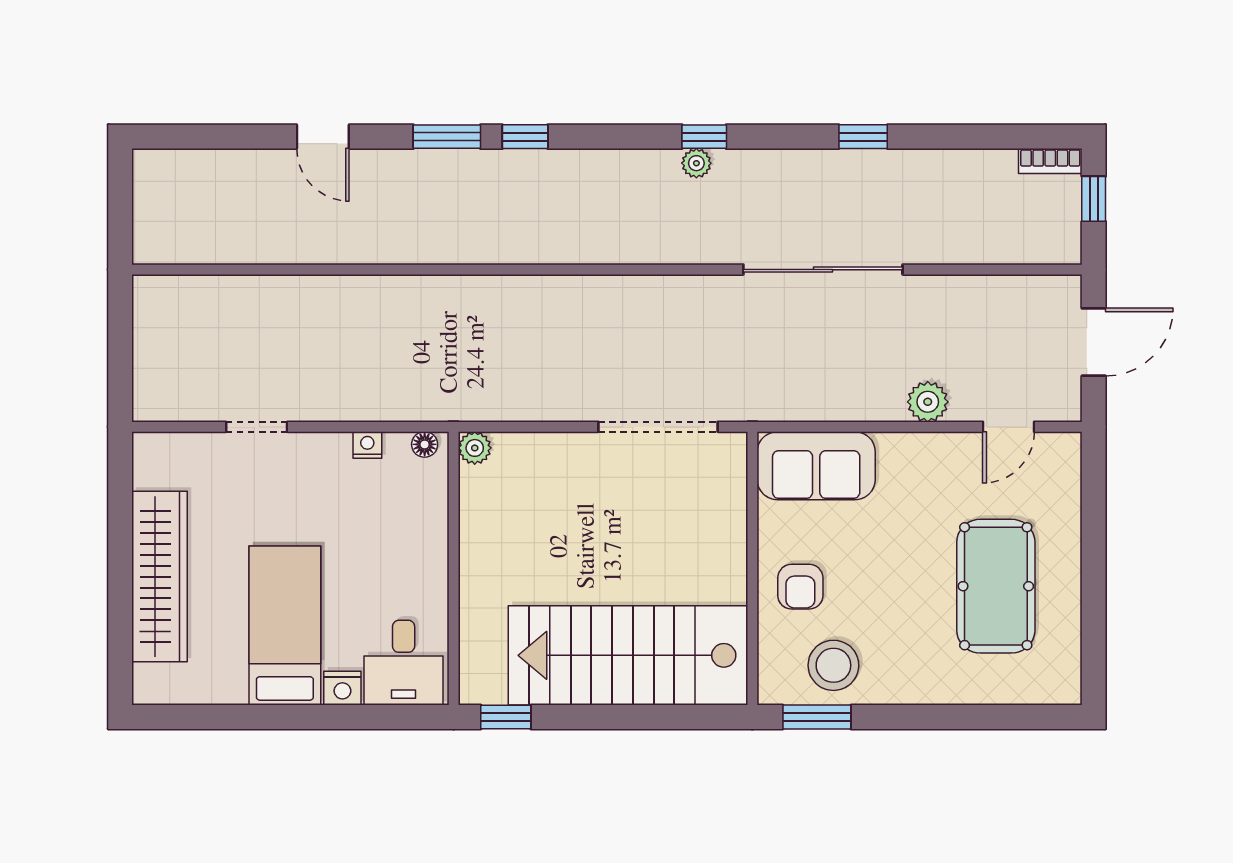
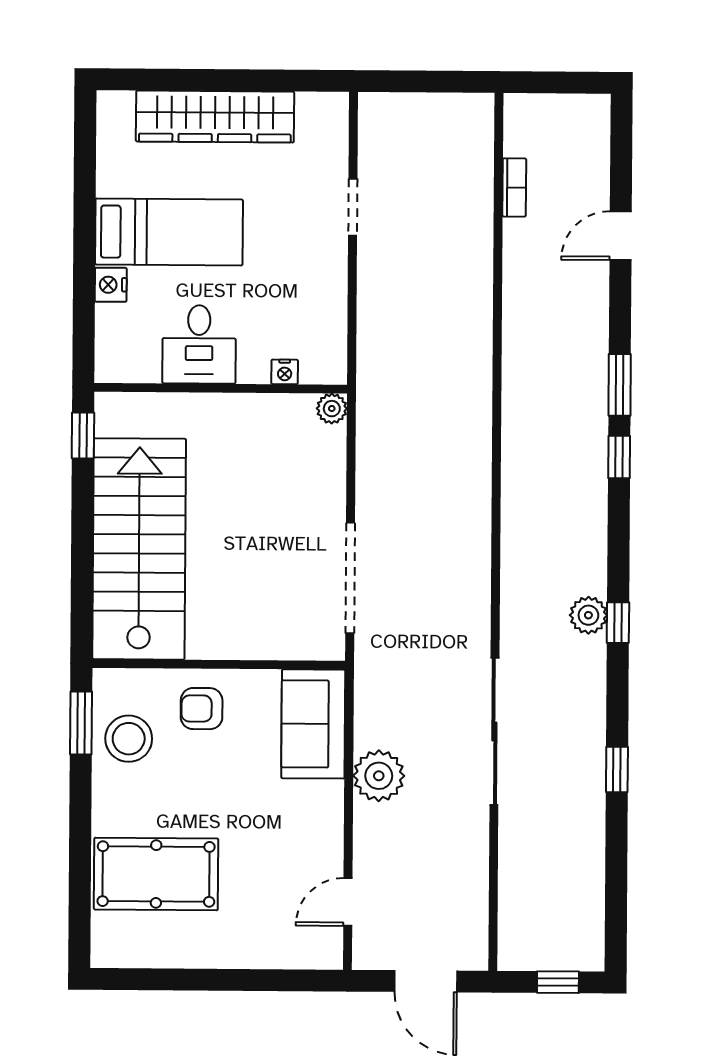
door: (323, 137) -> (621, 236), moved
bookcase: (1050, 161) -> (514, 187), moved, turned 180
plant: (696, 163) -> (588, 615), width x1.38, depth x1.38
plant: (928, 402) -> (379, 776), moved, width x1.36, depth x1.36
door: (1009, 427) -> (348, 902), hinge flipped
floor lamp: (425, 444) -> (335, 362), removed
nightstand: (367, 445) -> (285, 372), moved, turned 90
pool table: (996, 586) -> (156, 874), moved
desk: (404, 663) -> (199, 344), moved, turned -90

